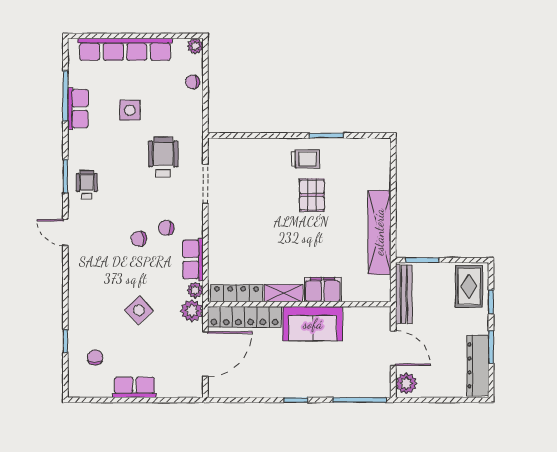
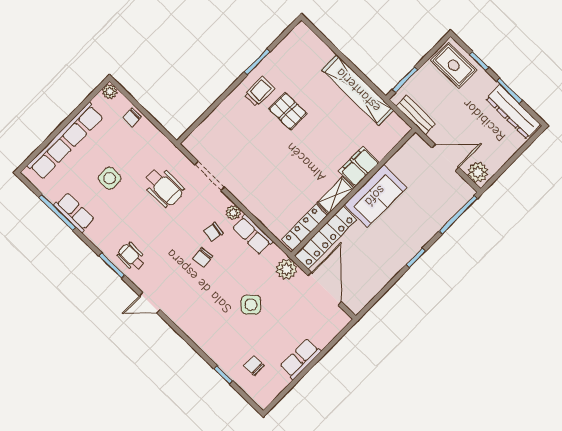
wheelchair: (163, 157) -> (164, 187), turned 180
plant: (195, 290) -> (233, 213), moved
bench: (404, 294) -> (416, 115), width x0.73

